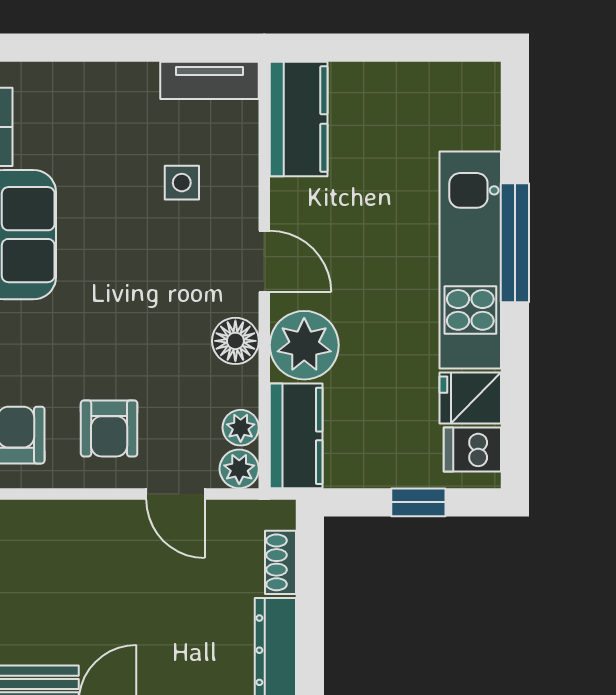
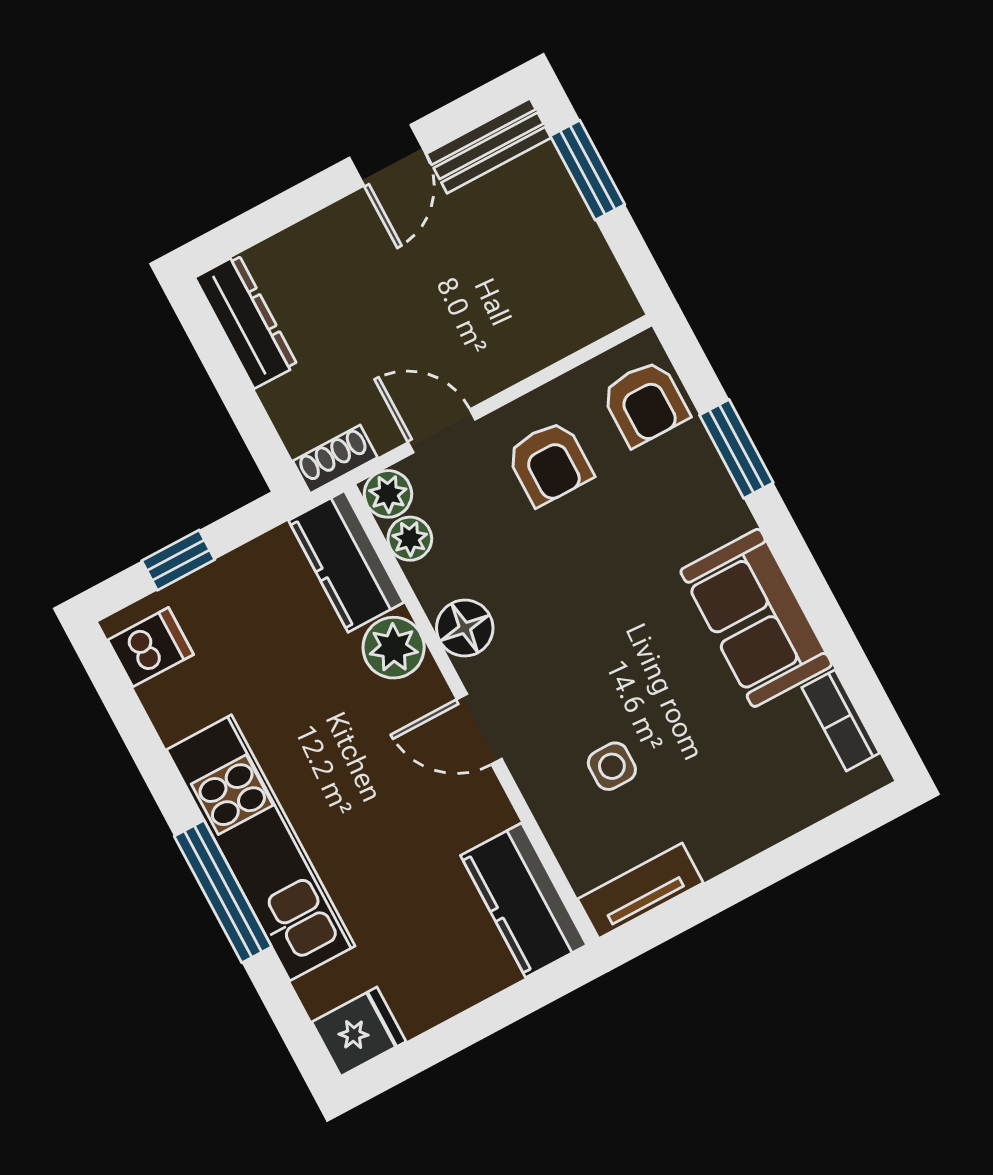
plant: (304, 345) -> (394, 648), width x0.73, depth x0.73
fridge: (470, 398) -> (359, 1032), moved
armchair: (109, 428) -> (549, 463), turned 180
shoe rack: (281, 562) -> (335, 459), moved, turned -90

